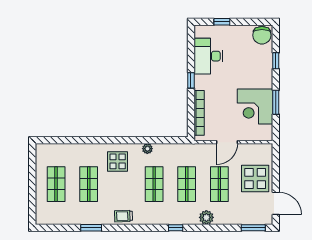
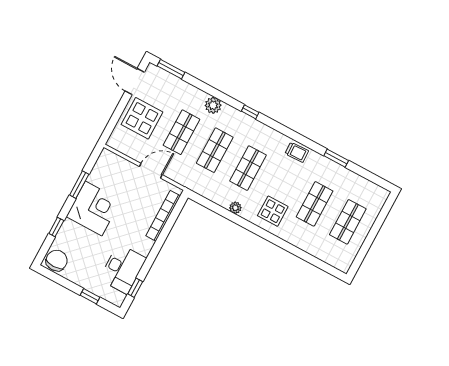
window: (191, 80) -> (135, 288), moved
corner desk: (255, 107) -> (94, 208), moved

